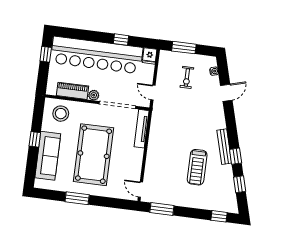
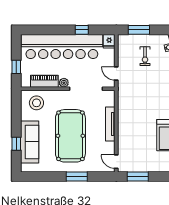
window: (46, 54) -> (16, 67), moved
tv unit: (142, 129) -> (110, 124), moved
window: (35, 139) -> (16, 144), moved
window: (77, 198) -> (77, 177), moved

